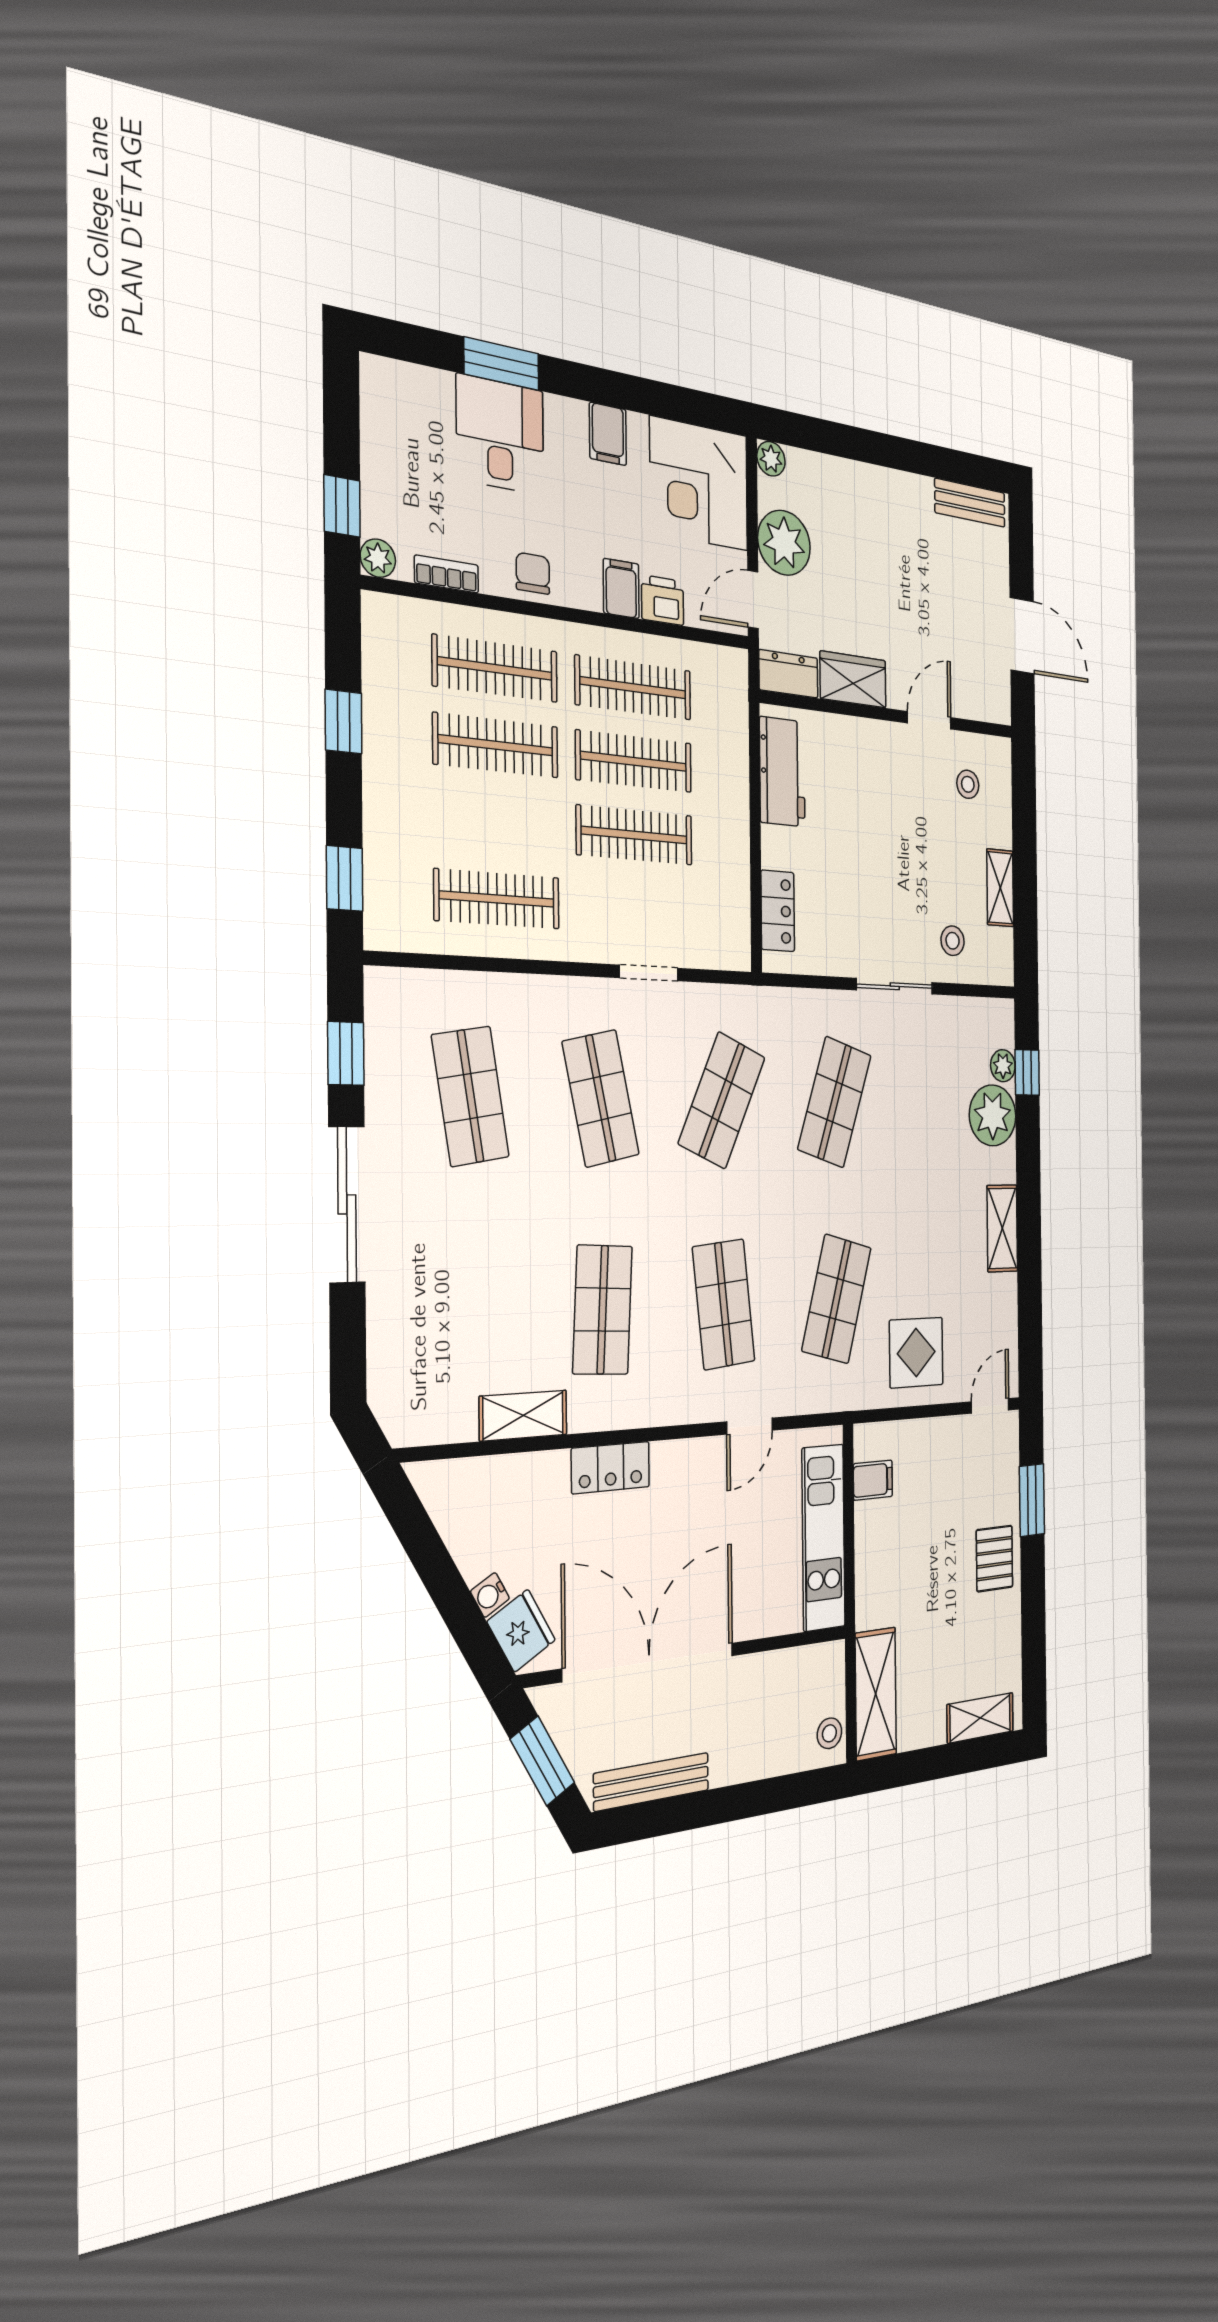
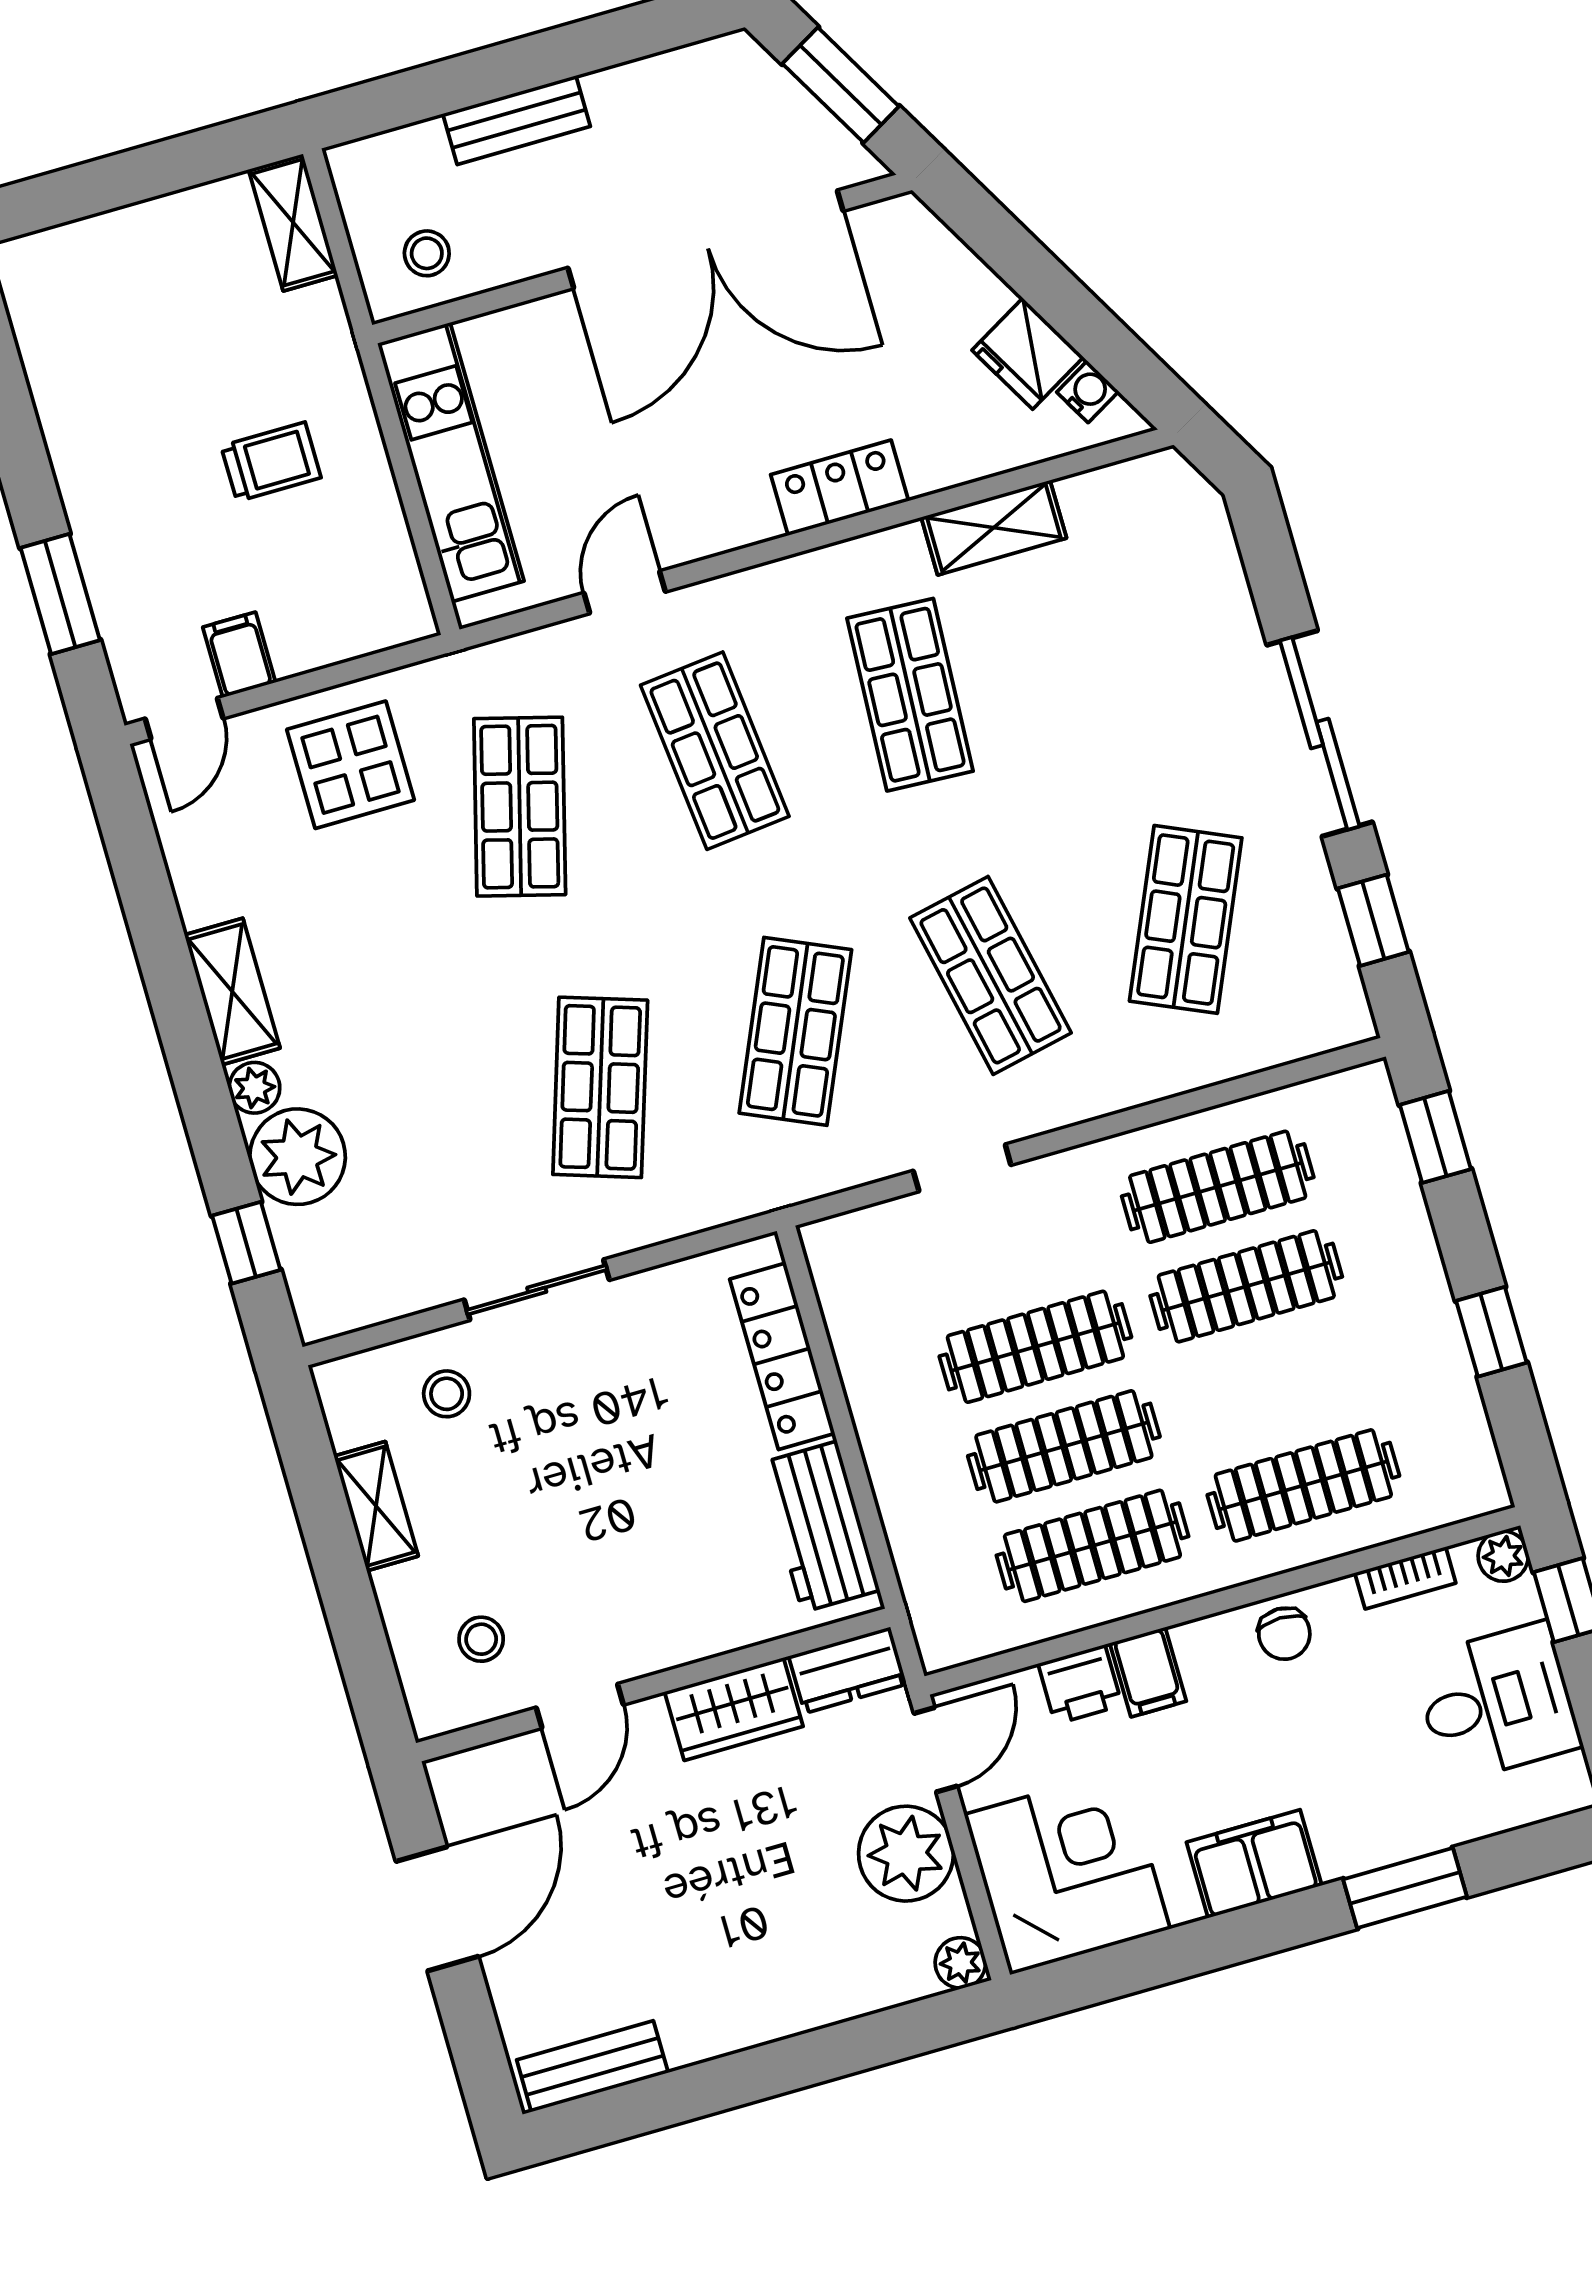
filing cabinet: (608, 434) -> (1254, 1864), width x2.00
desk: (500, 435) -> (1497, 1703), moved, turned -90
door: (1022, 636) -> (437, 1909), swing flipped
clothes rail: (496, 745) -> (1246, 1286), moved
locker: (778, 911) -> (782, 1356), width x1.53
plant: (1003, 1066) -> (254, 1088), moved
shop shelf: (470, 1096) -> (1186, 919), turned 33
filing cabinet: (873, 1480) -> (239, 655), moved, turned 90
pallet: (994, 1558) -> (113, 492), removed
trolley: (915, 1559) -> (271, 462), added
water cooler: (490, 1595) -> (1088, 392), moved
fridge: (521, 1631) -> (1028, 354), moved
shelving: (876, 1694) -> (293, 222), width x0.67, depth x0.75
shelving: (980, 1718) -> (78, 249), removed
stool: (829, 1733) -> (427, 253), moved
bench: (652, 1782) -> (517, 120), moved, width x0.73

